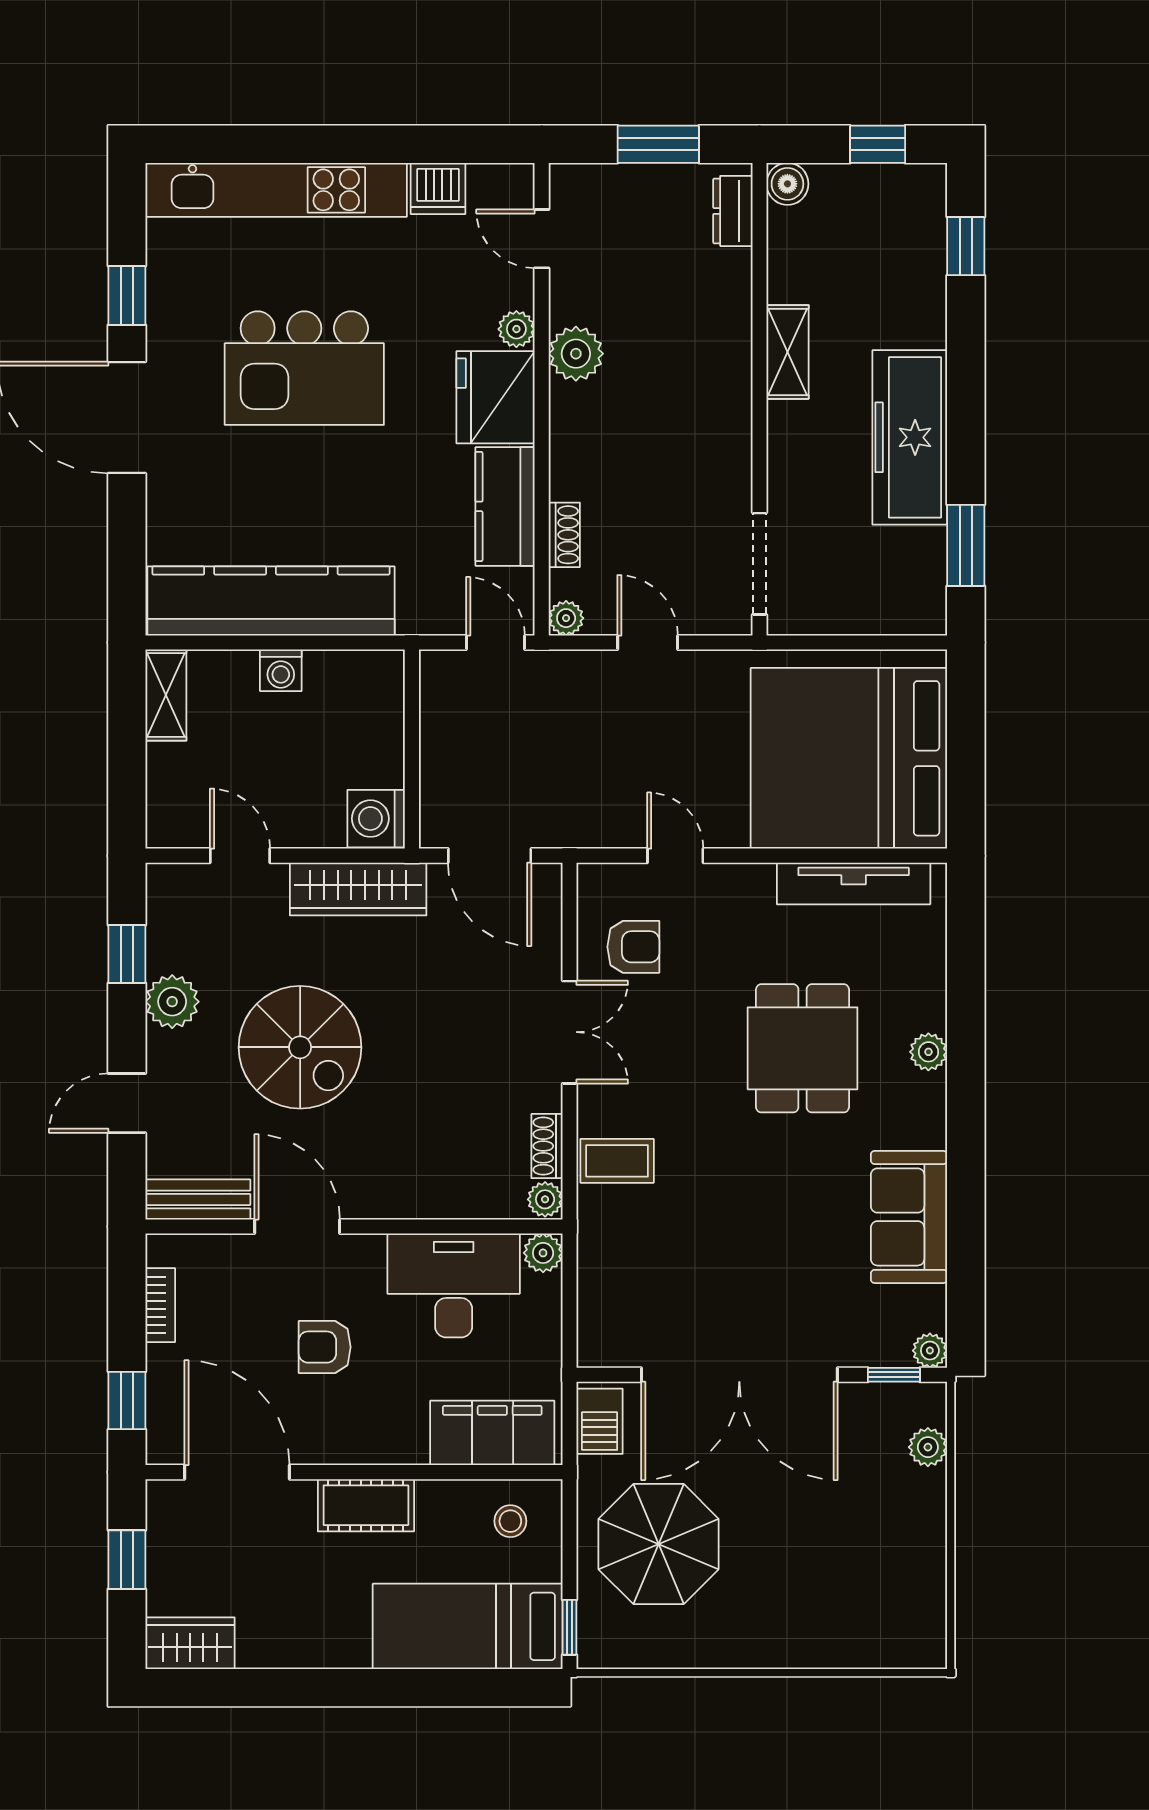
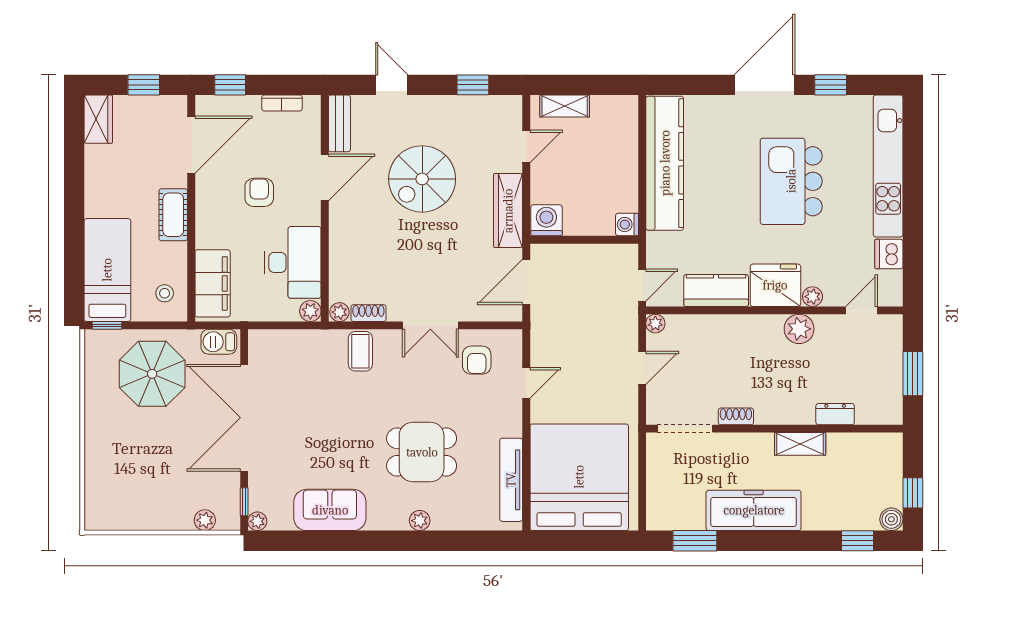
boiler: (787, 184) -> (891, 519), moved
dresser: (733, 211) -> (835, 414), moved
shoe rack: (564, 535) -> (736, 416), moved, turned 180
washing machine: (281, 670) -> (627, 225), moved
shelving: (166, 695) -> (565, 106), moved
plant: (172, 1002) -> (447, 109), removed

